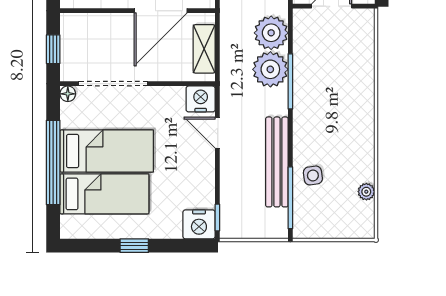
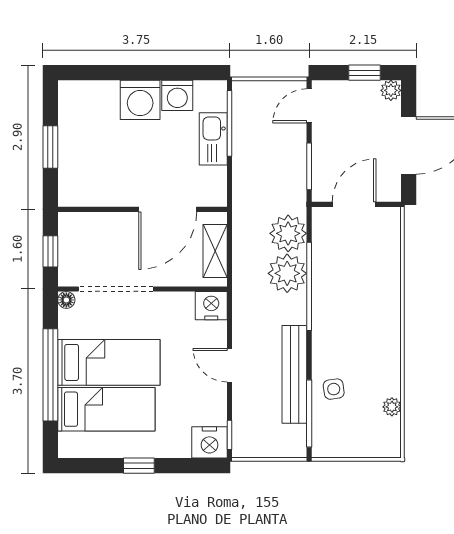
window: (290, 81) -> (309, 286), width x1.46
door: (217, 133) -> (230, 365), moved

